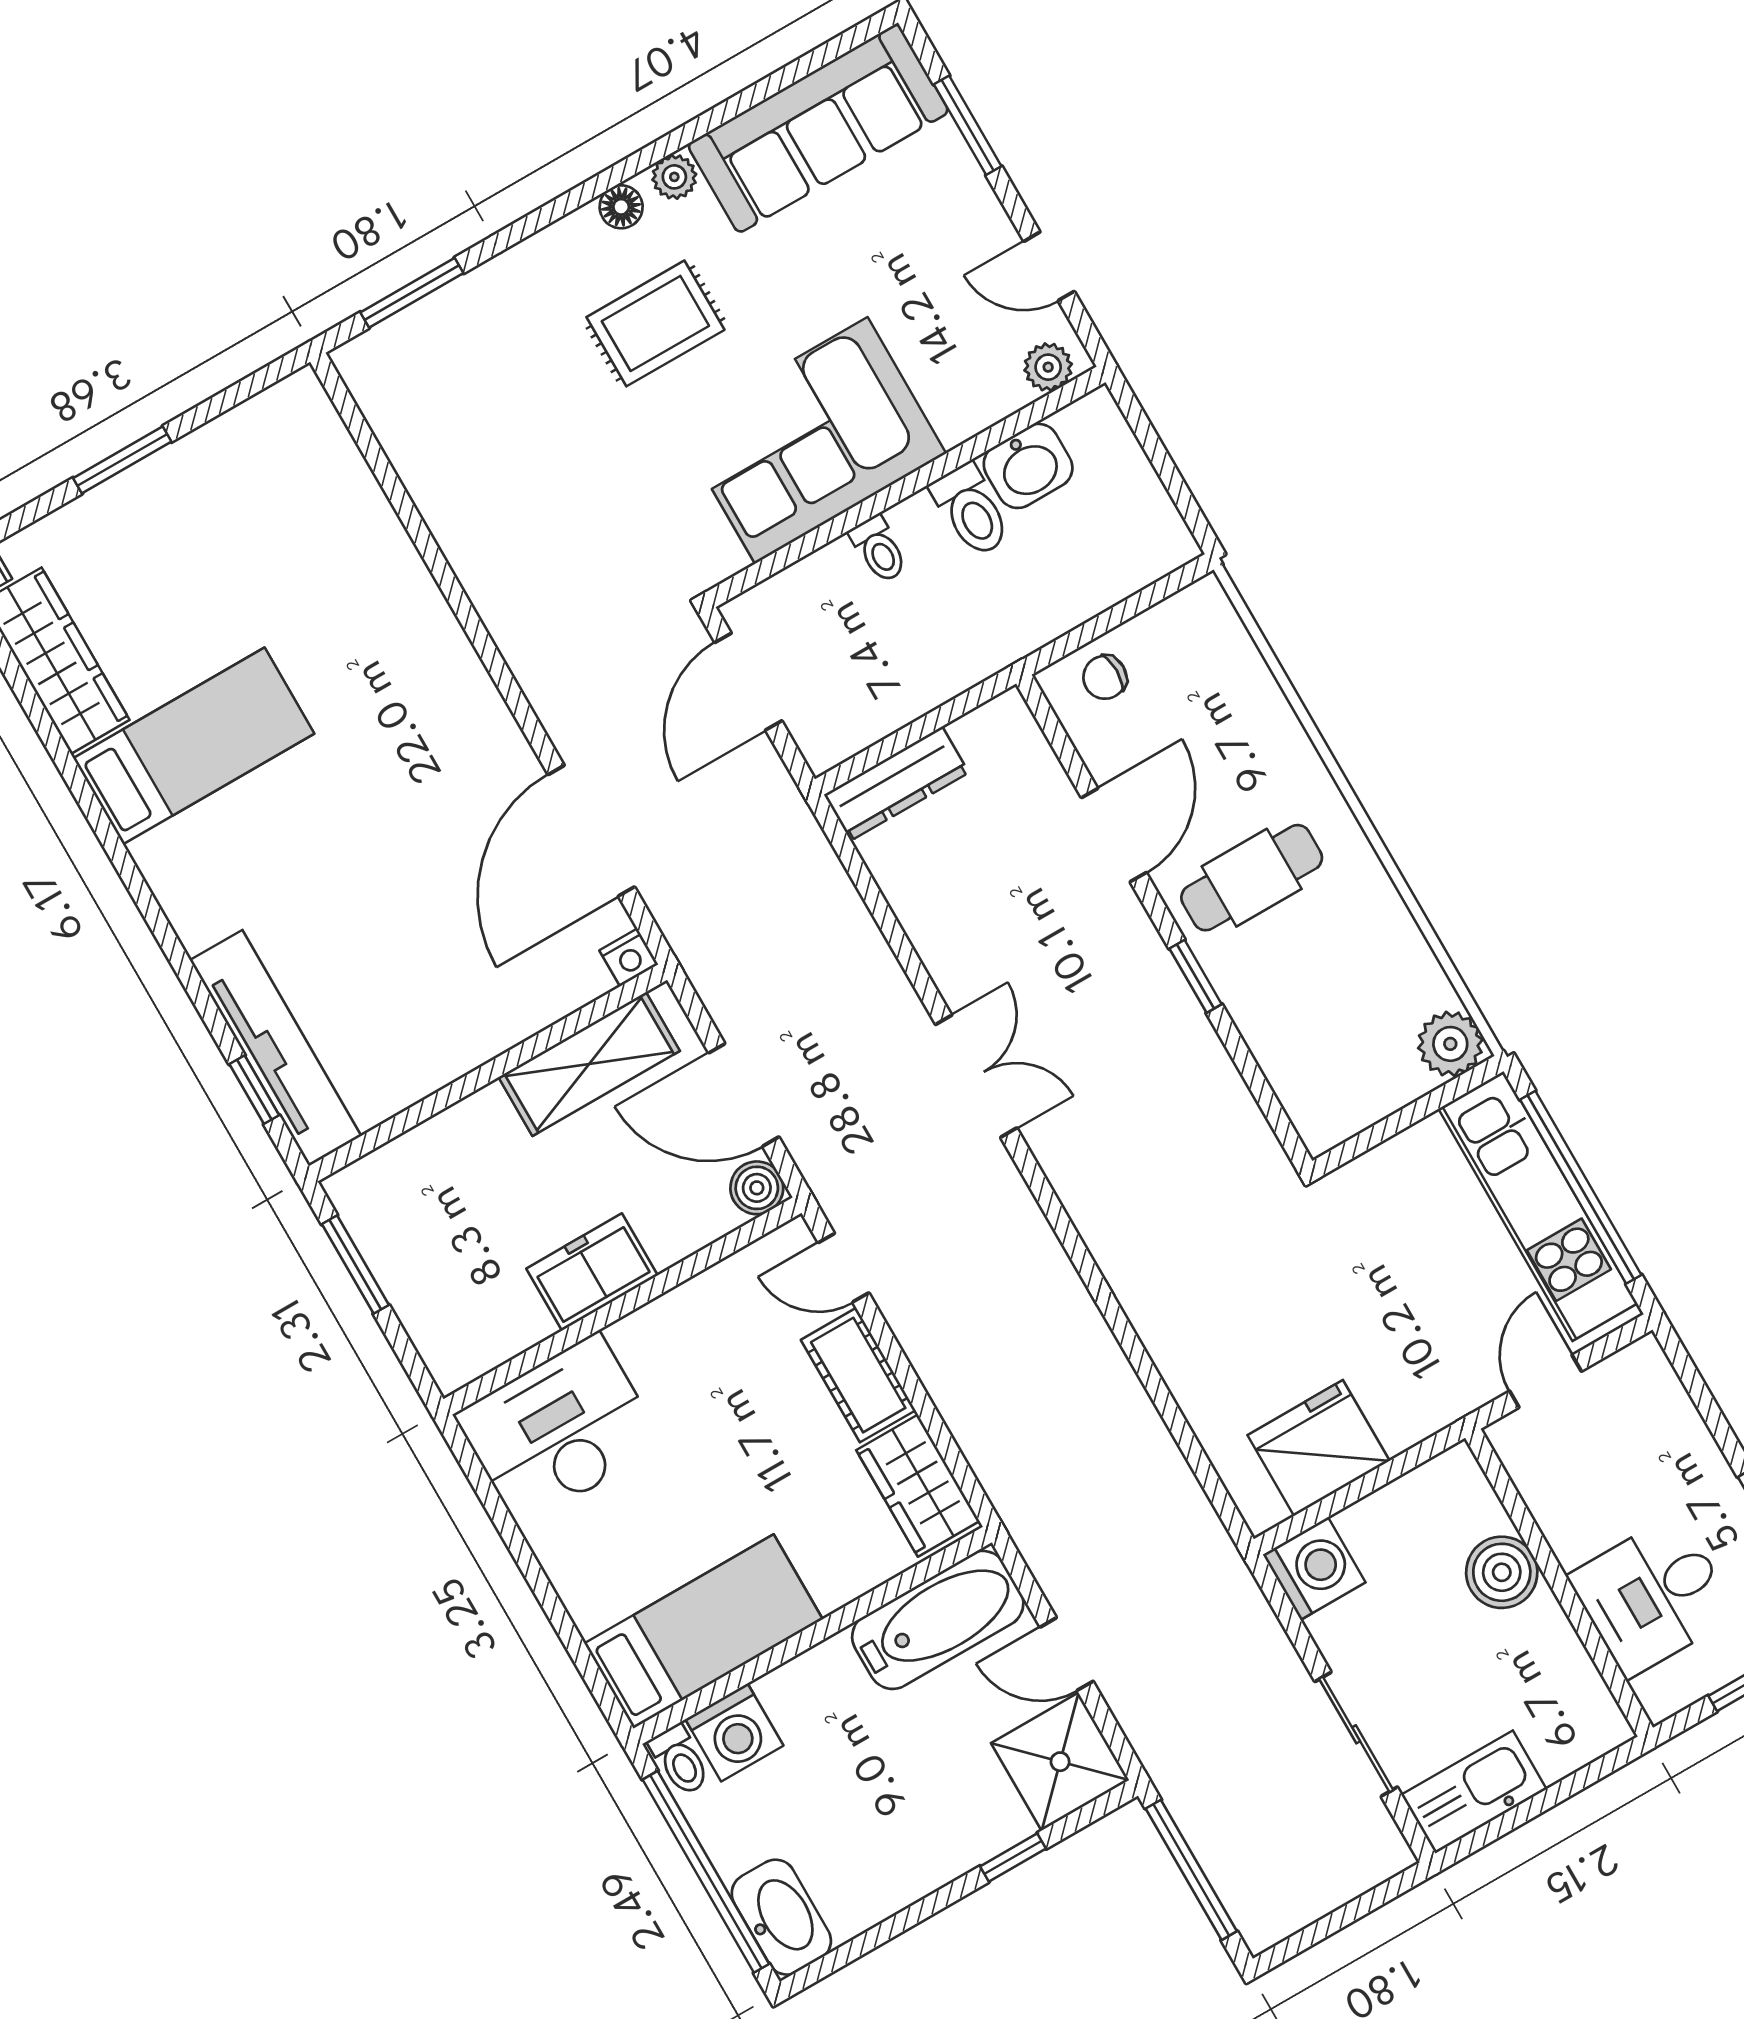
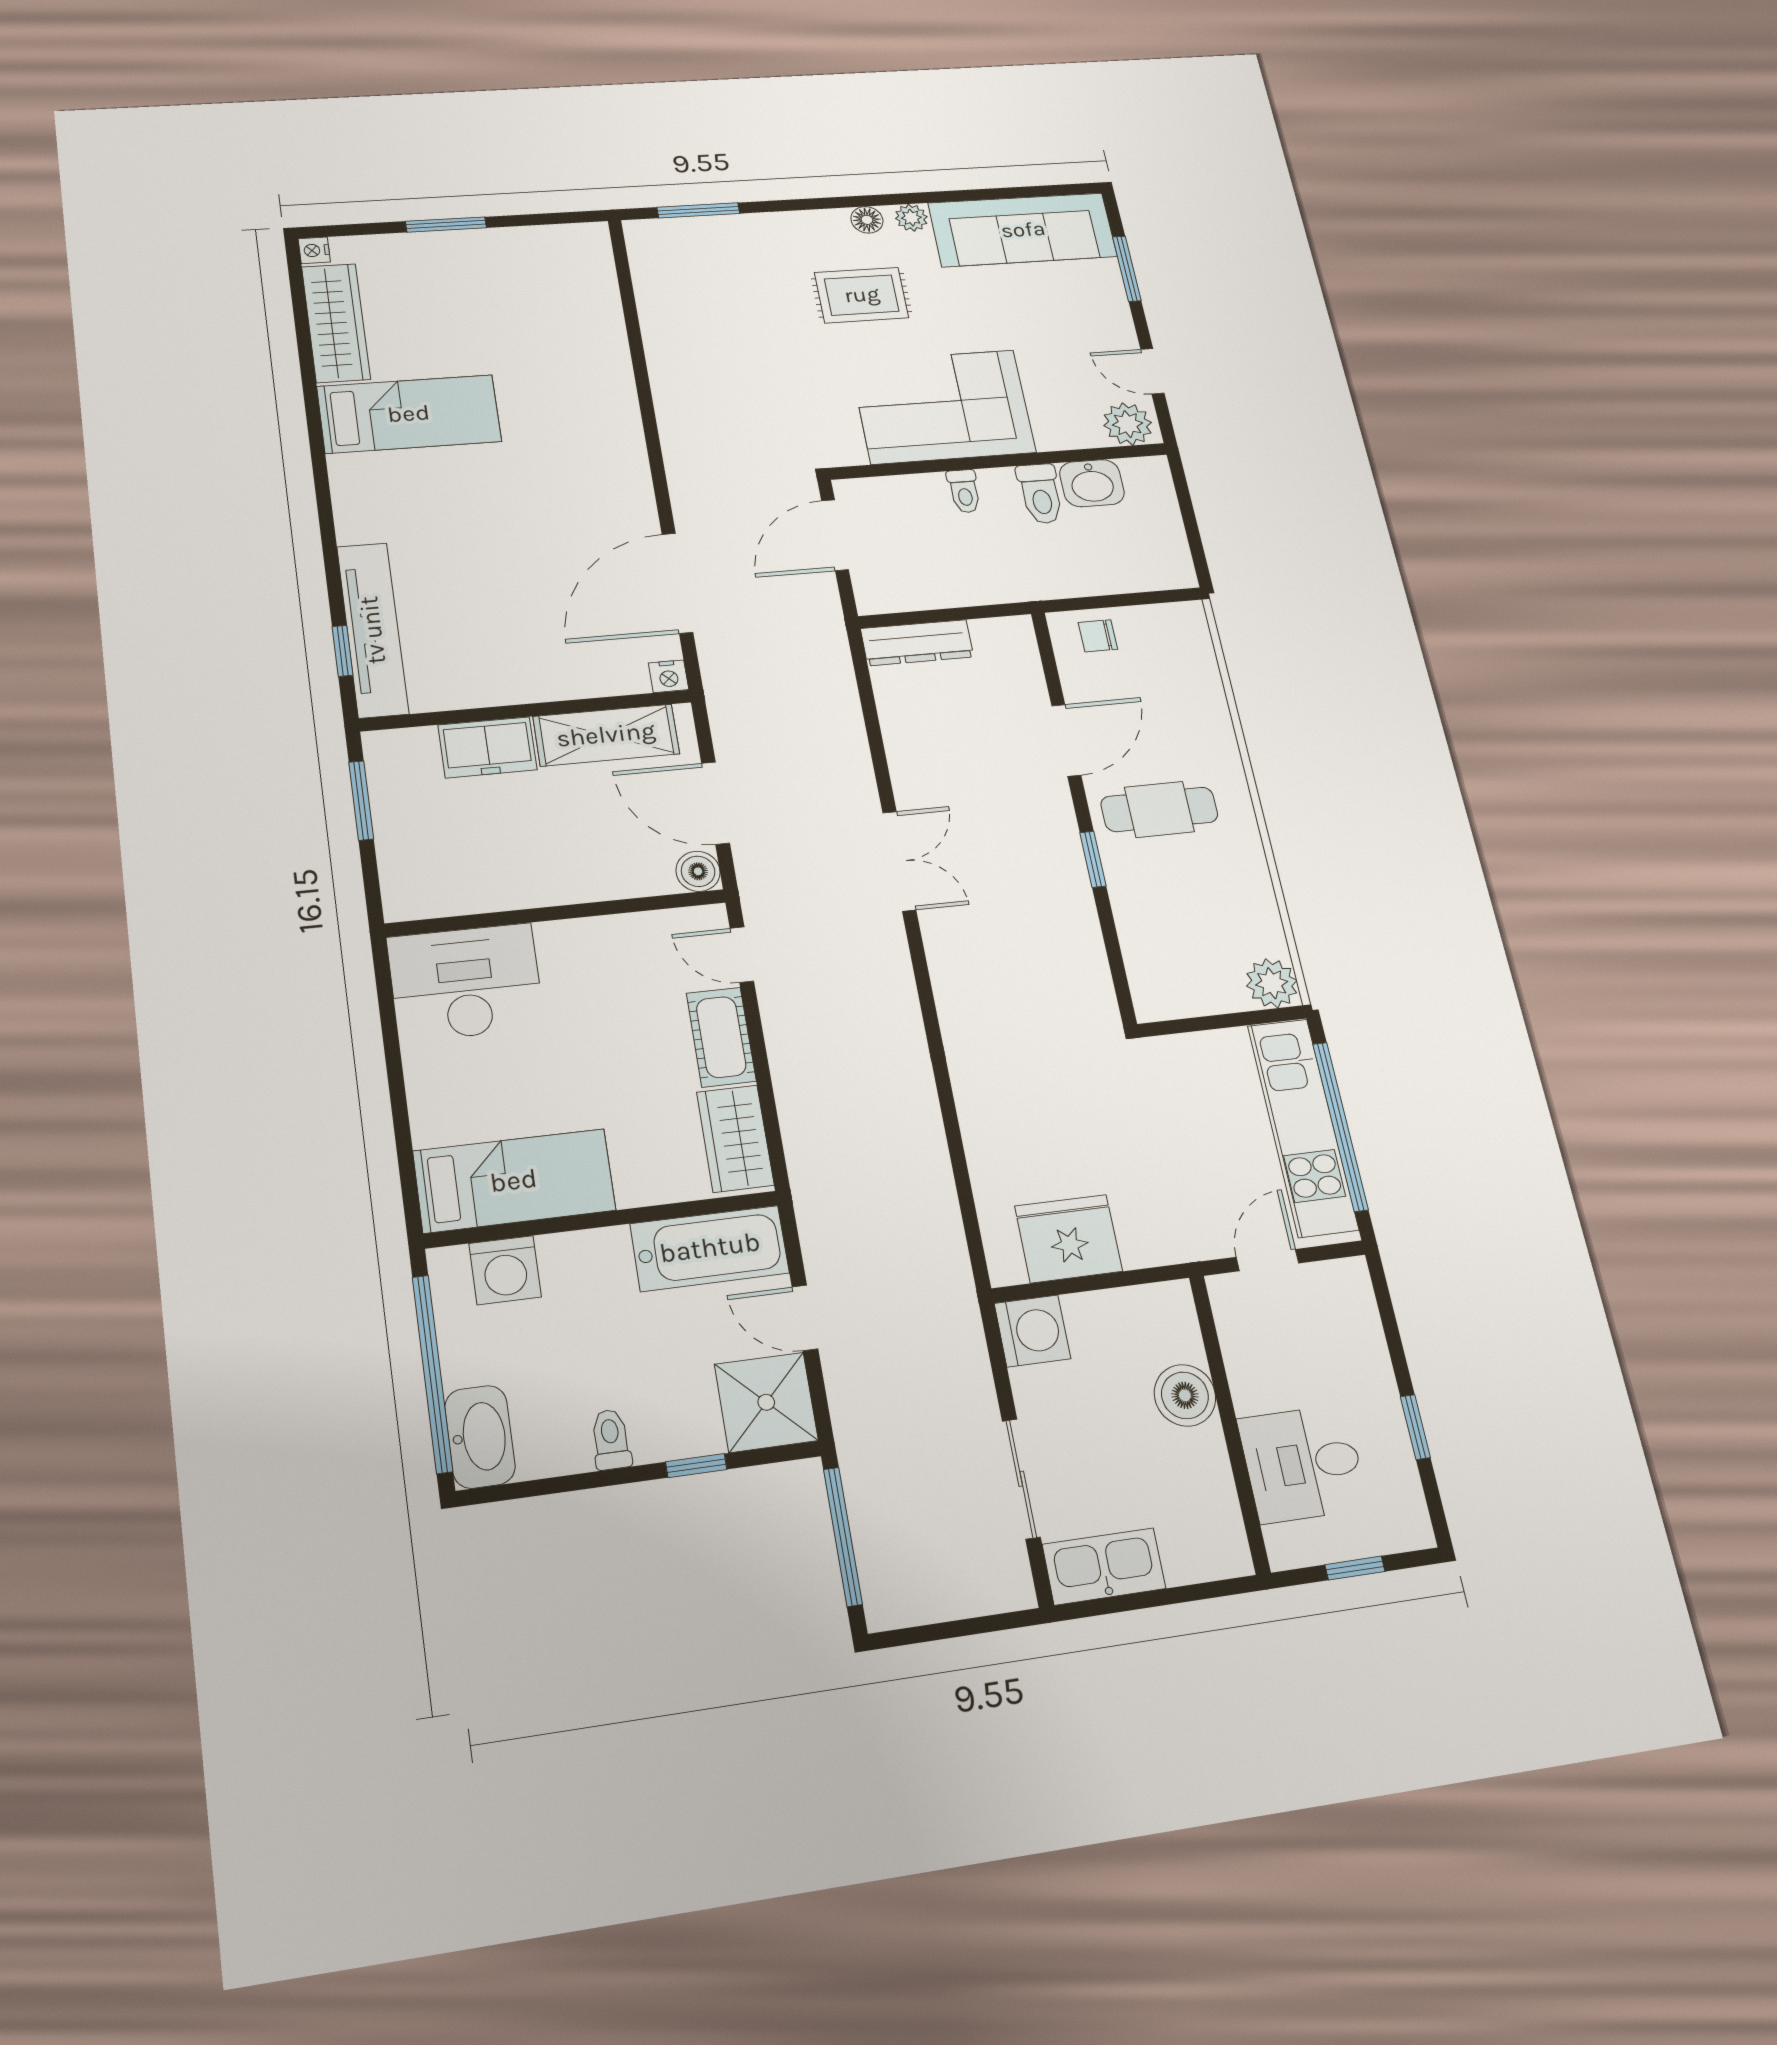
plant: (1048, 367) -> (1128, 424), width x1.38, depth x1.38
freezer: (592, 1272) -> (487, 747), moved, turned 180
toilet: (680, 1760) -> (611, 1439), moved, turned 180

